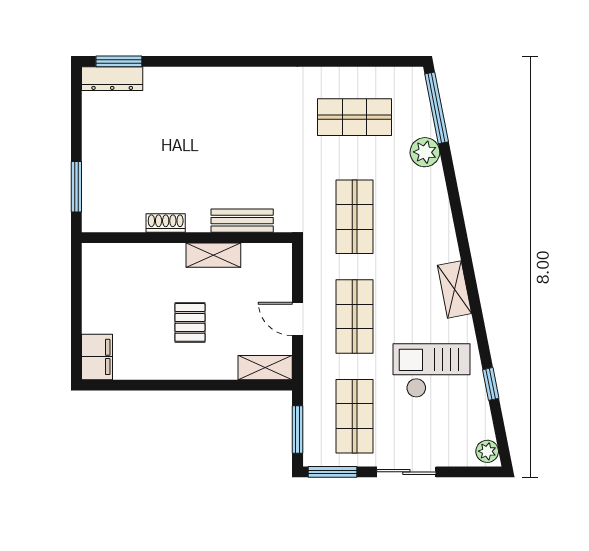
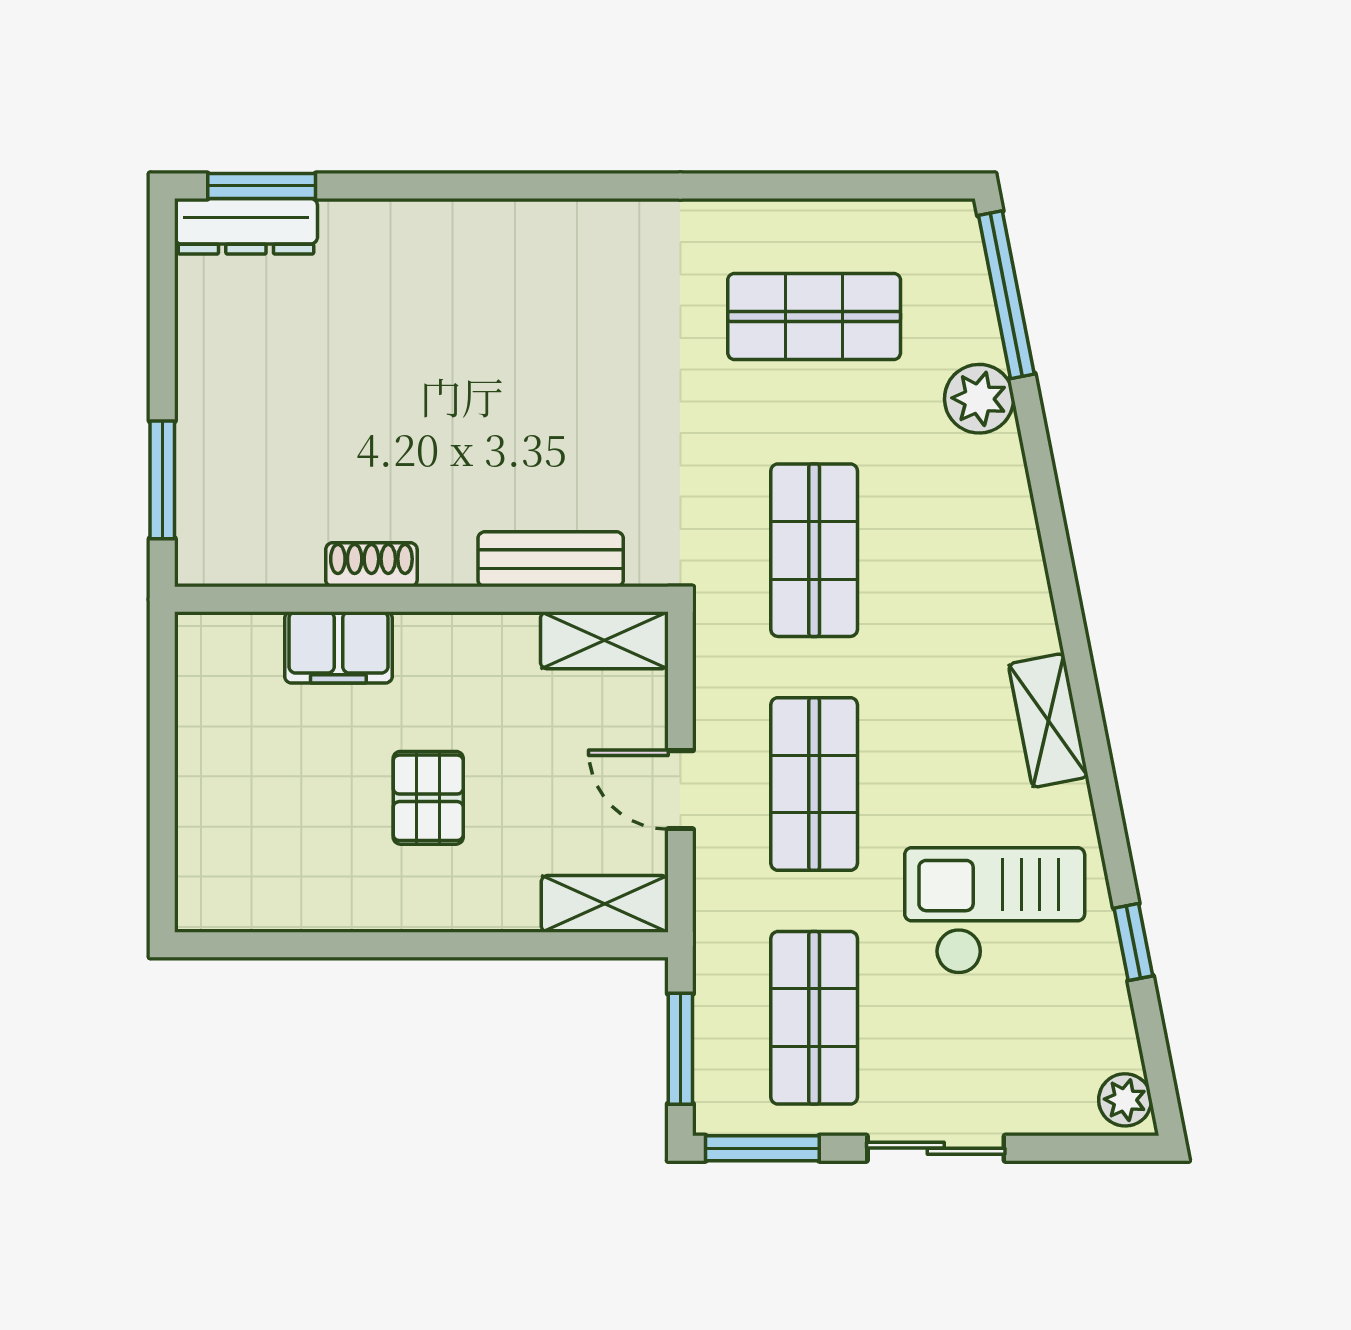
shelving: (213, 255) -> (604, 640), moved
filing cabinet: (97, 357) -> (338, 647), moved, turned 90

